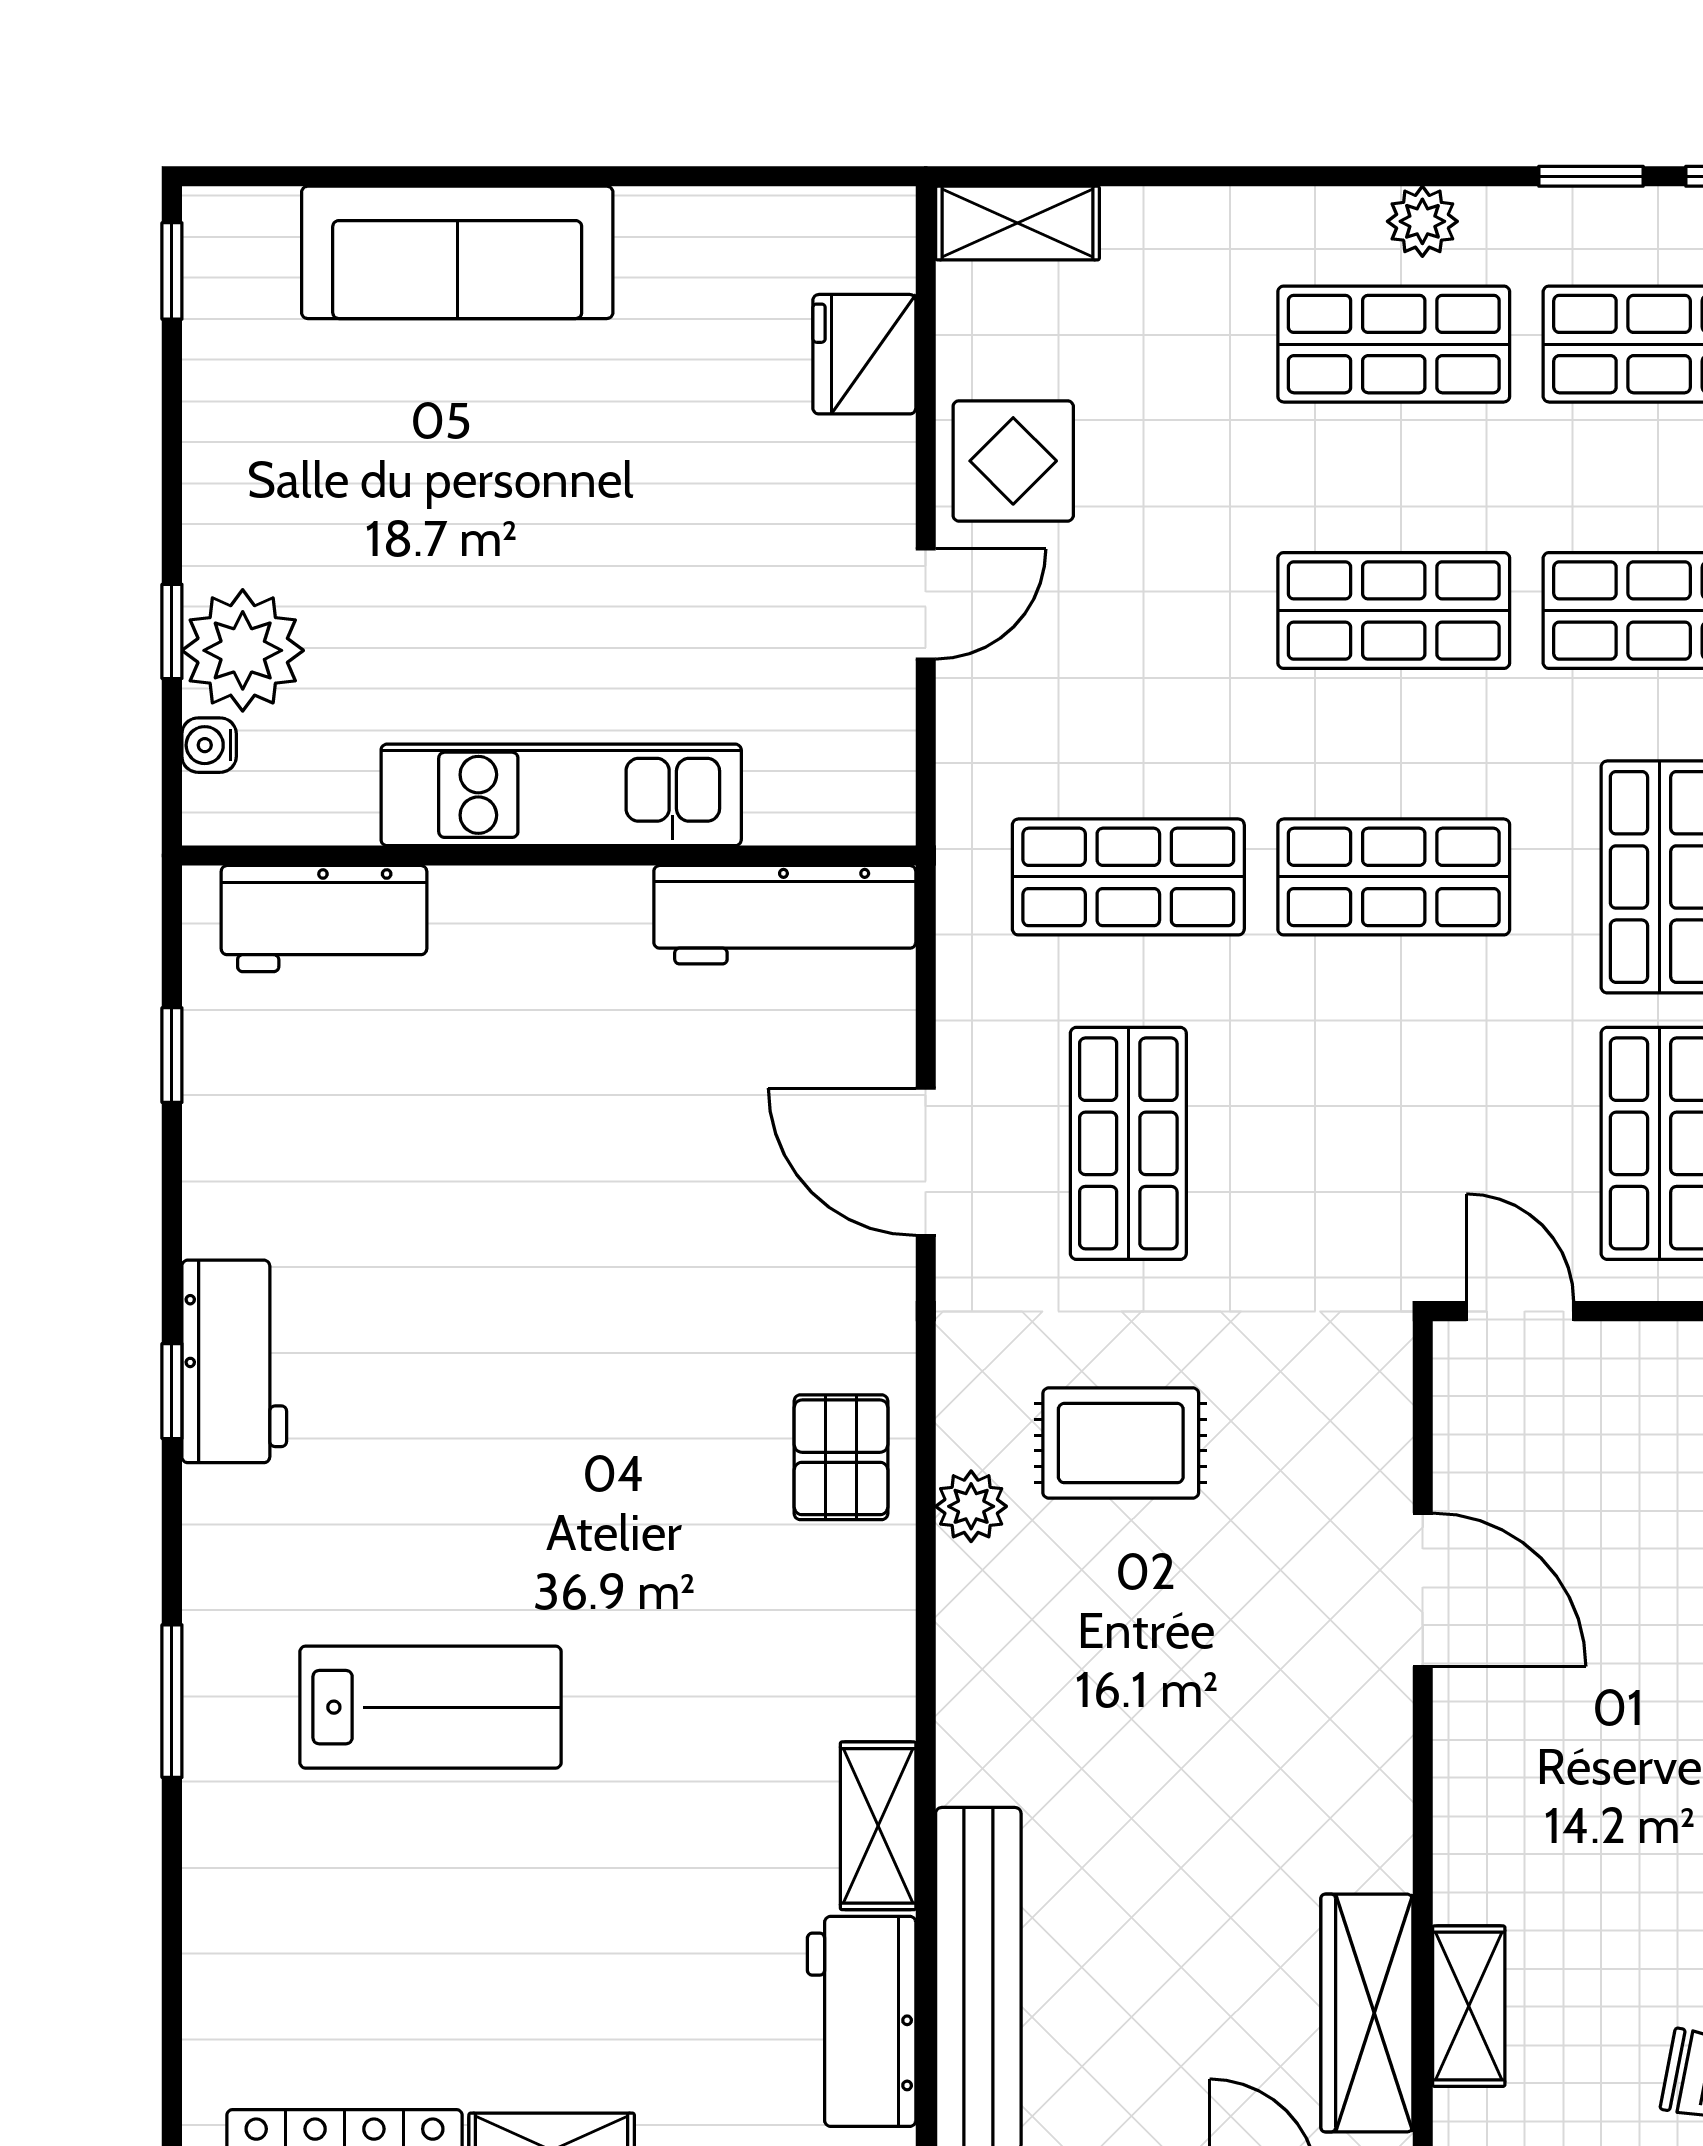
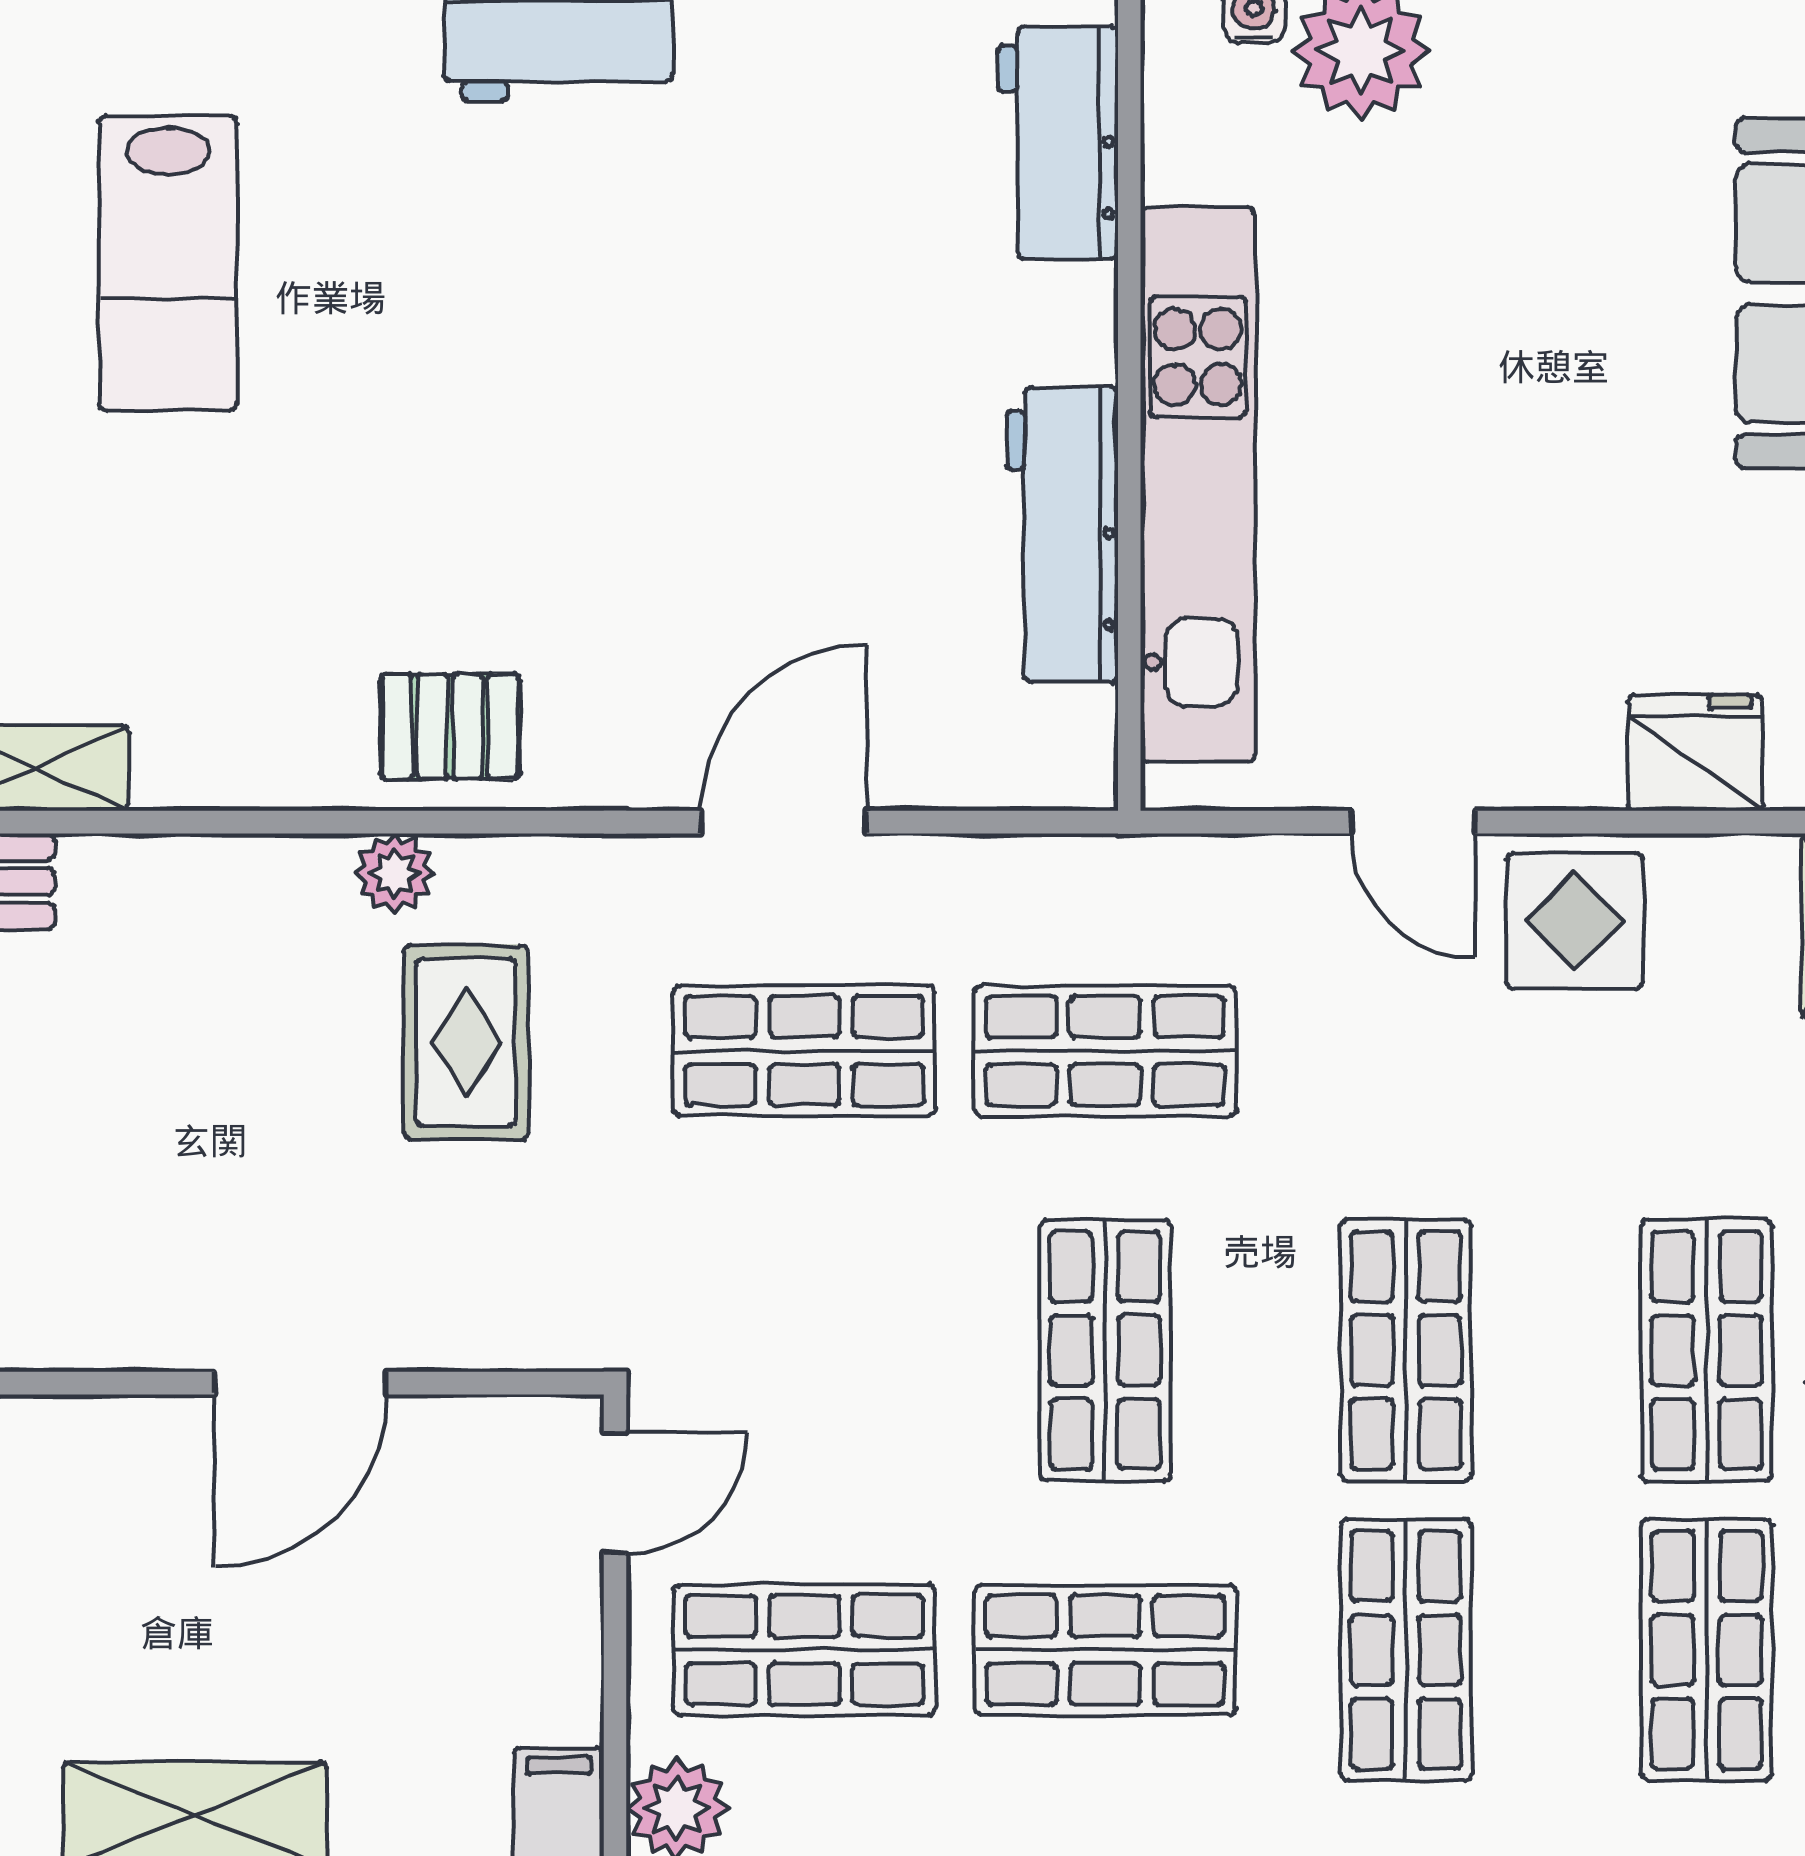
kitchen unit: (561, 795) -> (1198, 484), width x1.36
shop shelf: (1128, 877) -> (1105, 1051), turned 90
workbench: (785, 915) -> (1062, 535), moved

